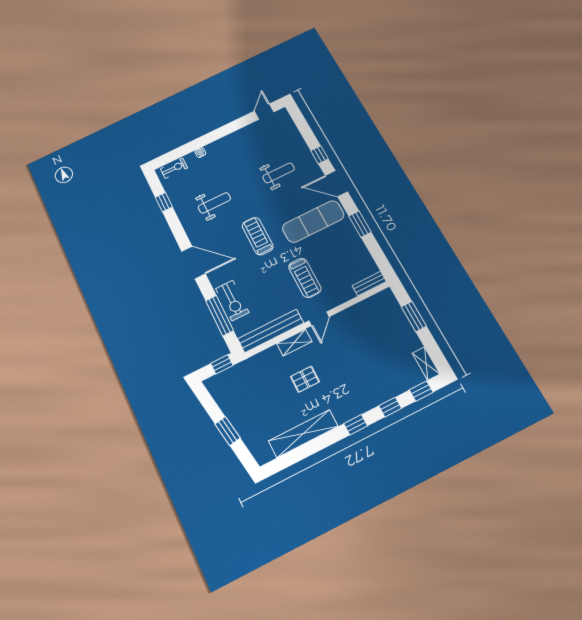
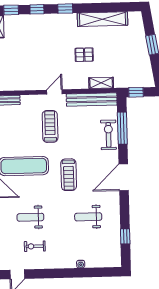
exercise bike: (174, 168) -> (35, 246), moved
door: (193, 262) -> (124, 177), hinge flipped
shelving: (294, 343) -> (101, 83), moved

